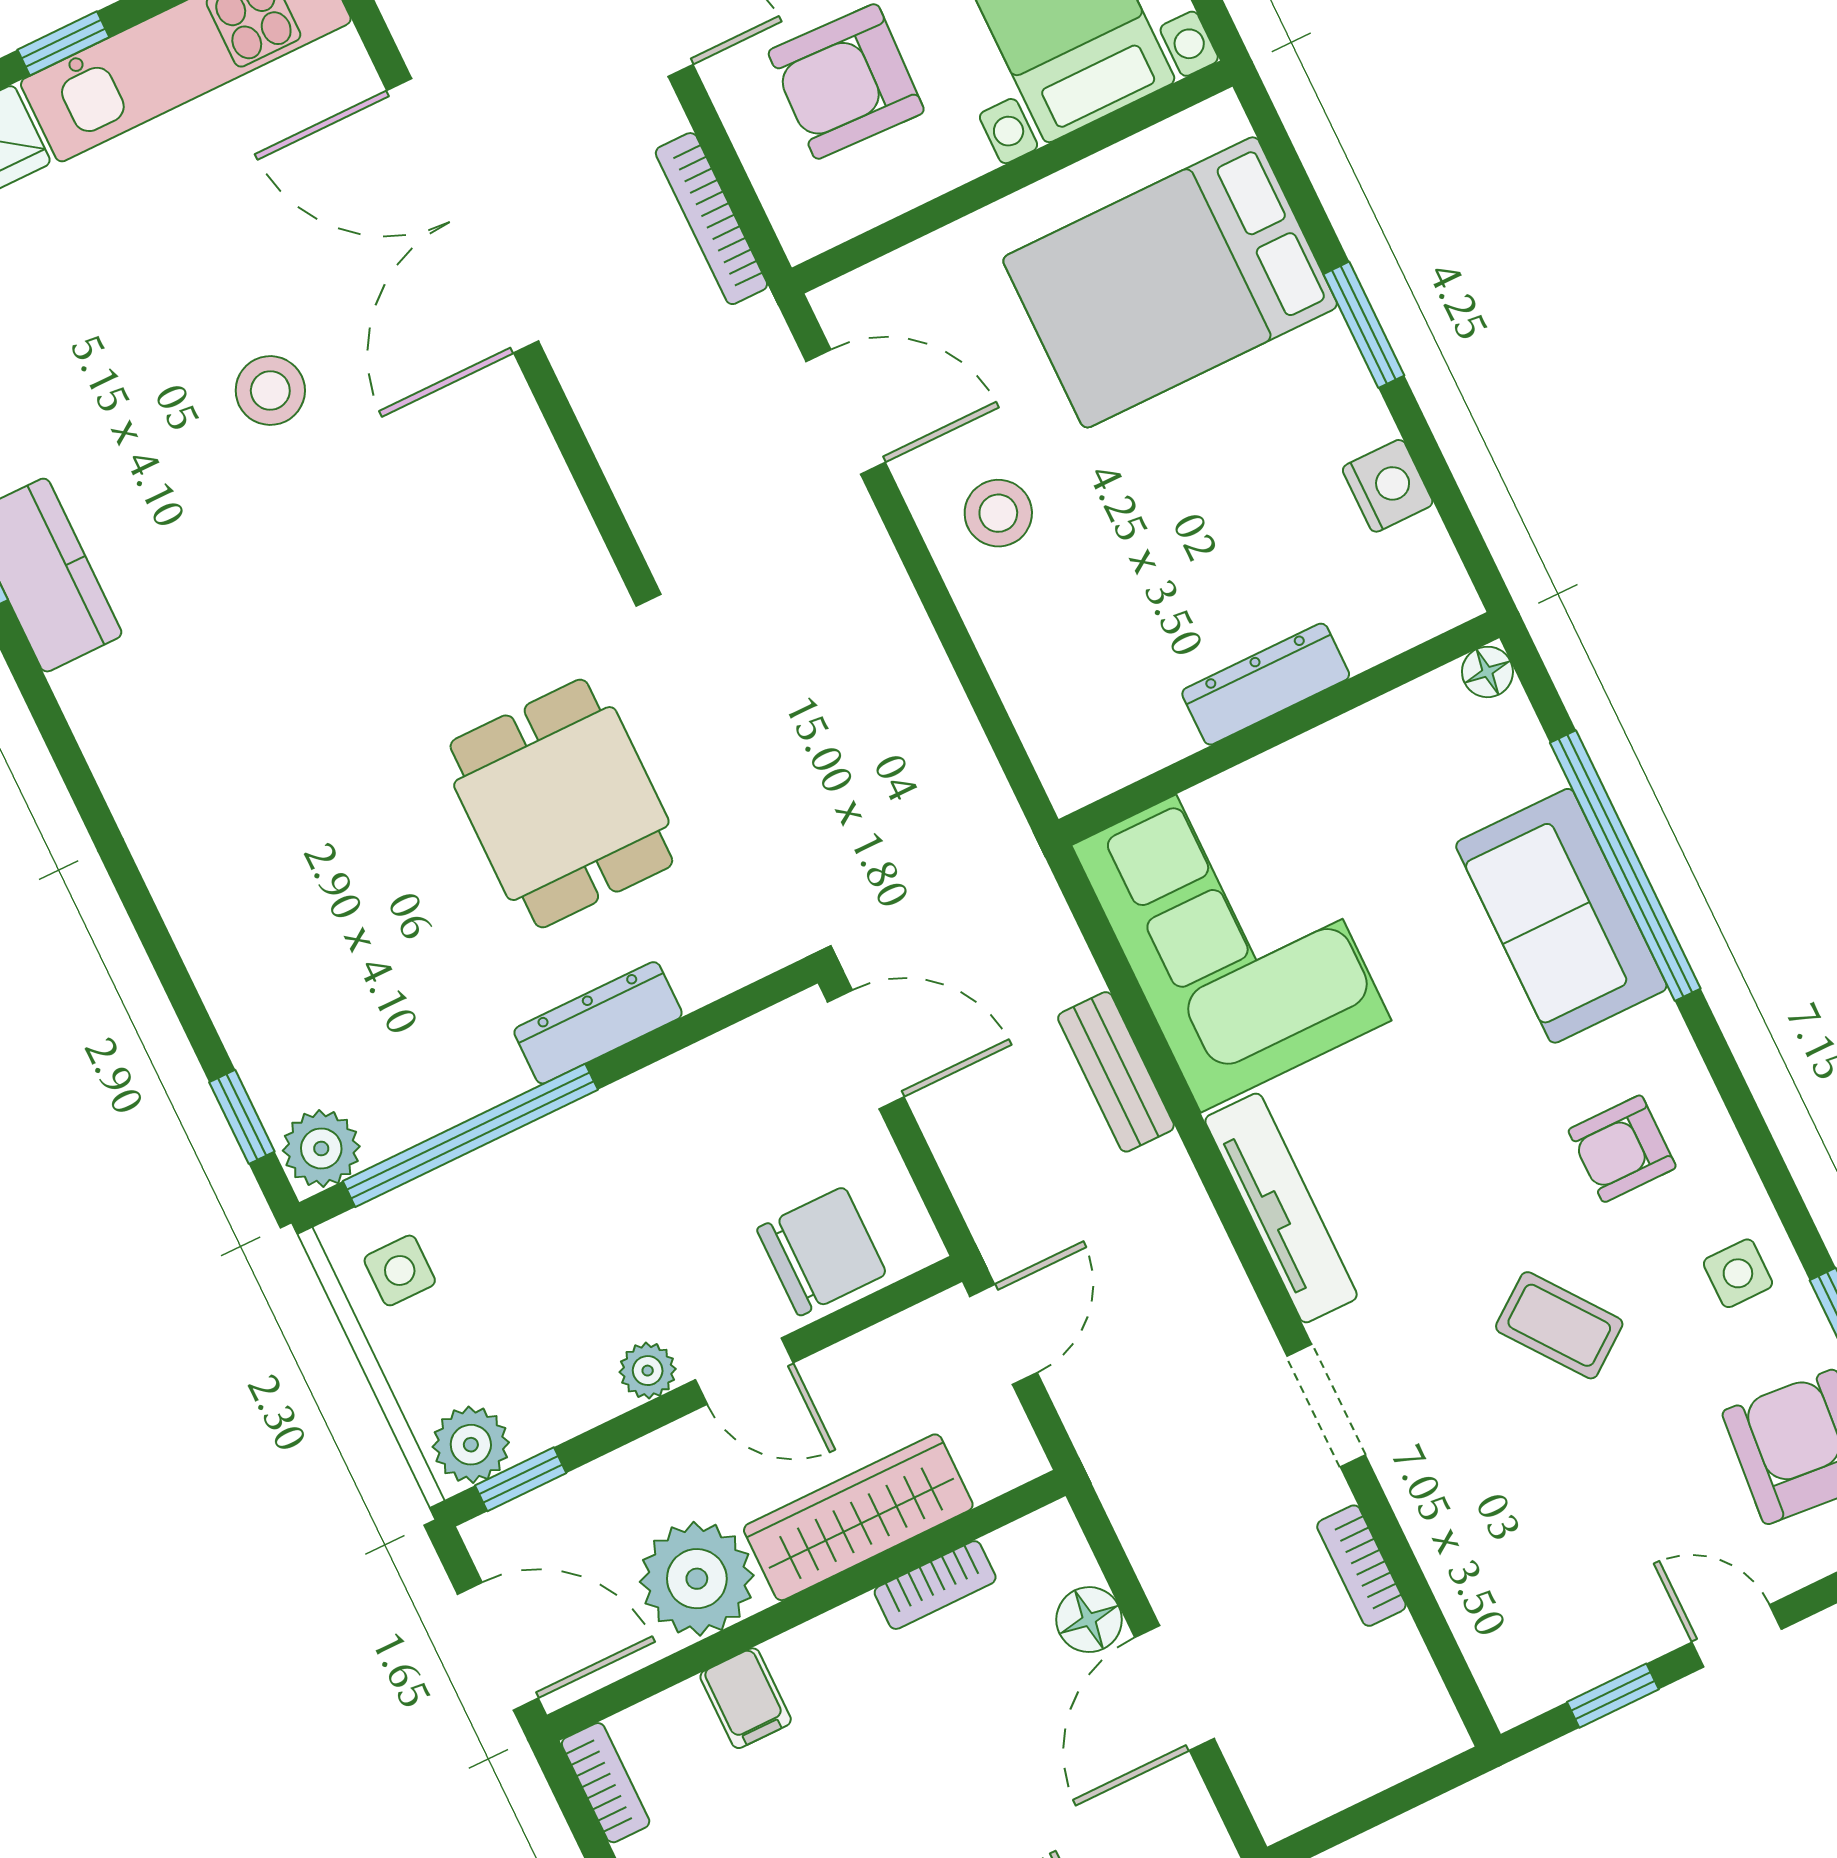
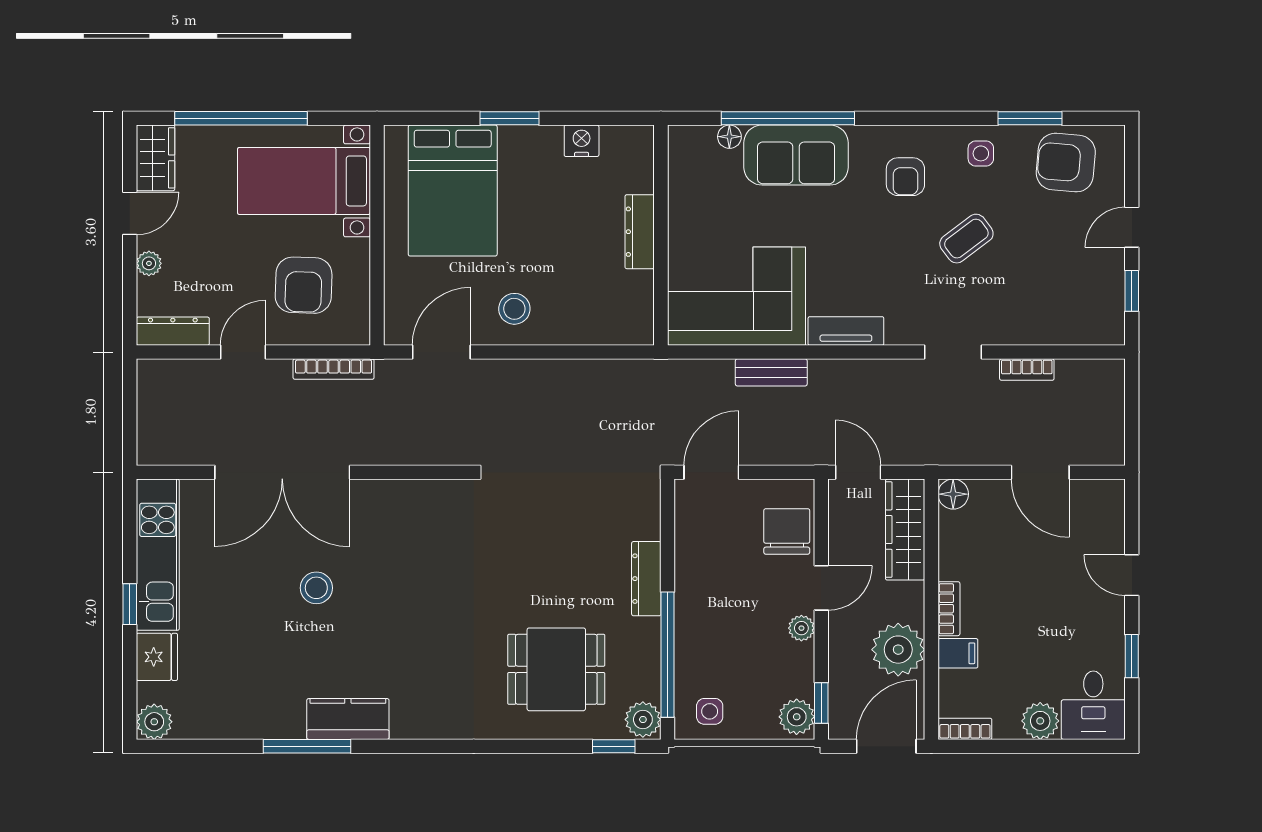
floor lamp: (1487, 672) -> (729, 137), moved
dining table: (561, 804) -> (556, 669), moved
tv unit: (1281, 1208) -> (846, 331), width x0.71
wardrobe: (858, 1517) -> (905, 530), moved
bookcase: (935, 1585) -> (949, 609), moved
floor lamp: (1089, 1620) -> (953, 494), moved

